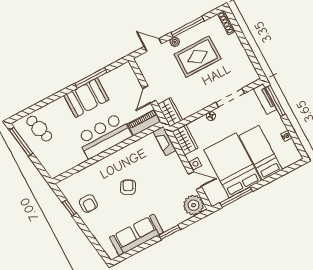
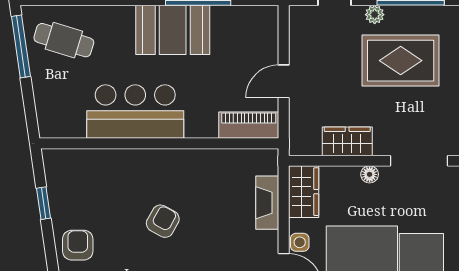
wardrobe: (170, 112) -> (347, 141), moved, turned -90
cafe table: (39, 129) -> (64, 40), turned -57
bar counter: (104, 136) -> (135, 112), moved
fireplace: (164, 141) -> (267, 203), moved
armchair: (88, 204) -> (78, 245), moved, turned 180

